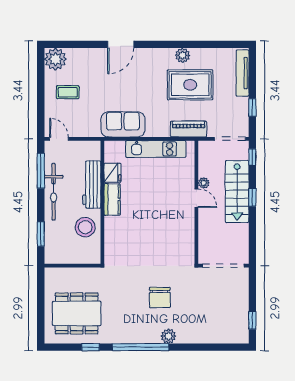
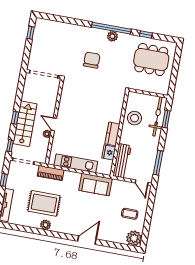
workbench: (92, 185) -> (122, 161), moved
bicycle: (54, 192) -> (157, 116), moved
plant: (168, 336) -> (112, 36), moved

